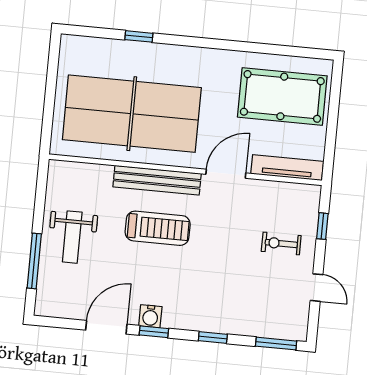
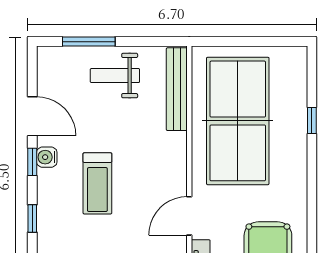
door: (226, 174) -> (189, 216), swing flipped
bench: (157, 180) -> (177, 89), moved
treadmill: (158, 228) -> (97, 183), moved

